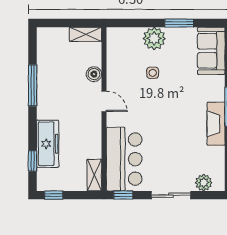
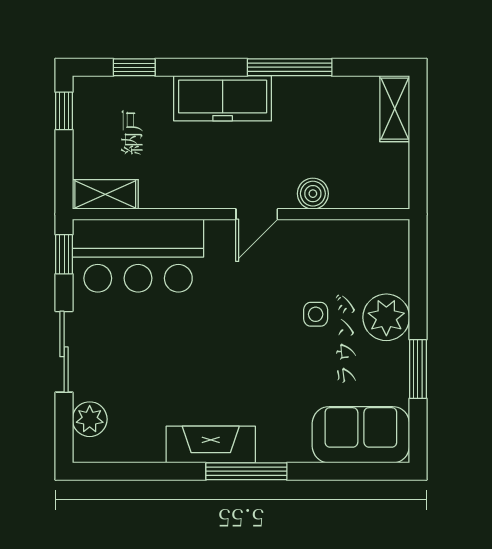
shelving: (85, 34) -> (395, 109), moved
freezer: (48, 144) -> (223, 98), moved

